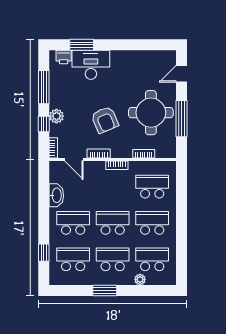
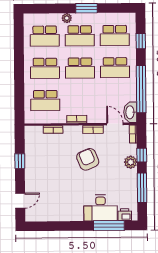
window: (82, 45) -> (109, 226), width x1.44
round table: (151, 113) -> (47, 166), removed
window: (182, 119) -> (20, 161), width x0.46
washbasin: (56, 195) -> (130, 112), moved
window: (44, 198) -> (141, 89), added
plant: (140, 280) -> (67, 18), moved

